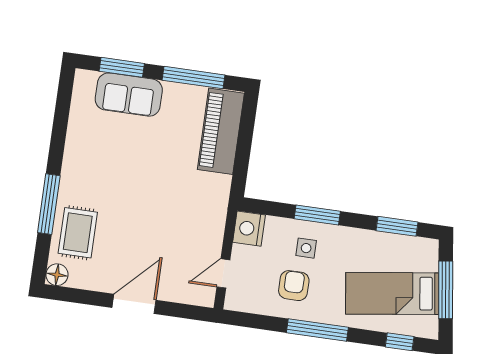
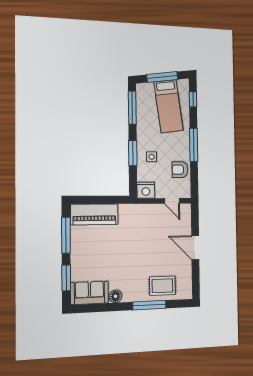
sofa: (129, 95) -> (89, 293), moved, turned -90
window: (397, 226) -> (132, 108), width x1.44
floor lamp: (57, 275) -> (116, 296), moved
armchair: (294, 286) -> (180, 170), moved

